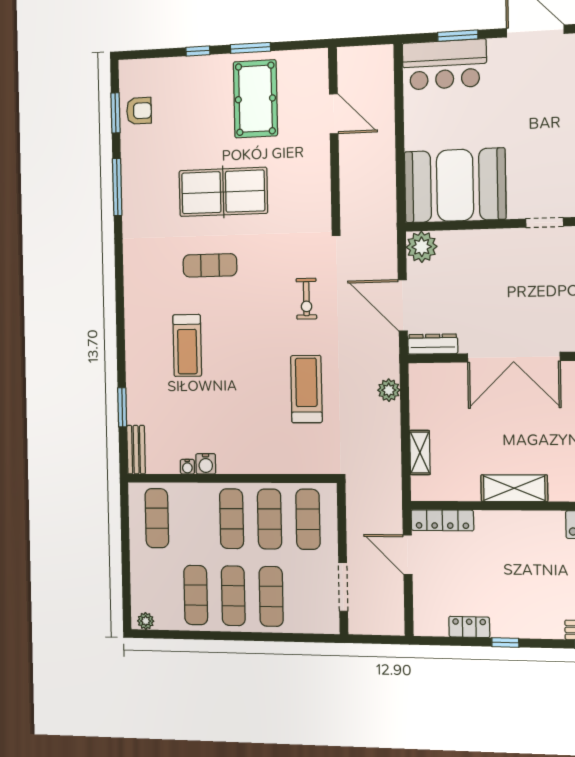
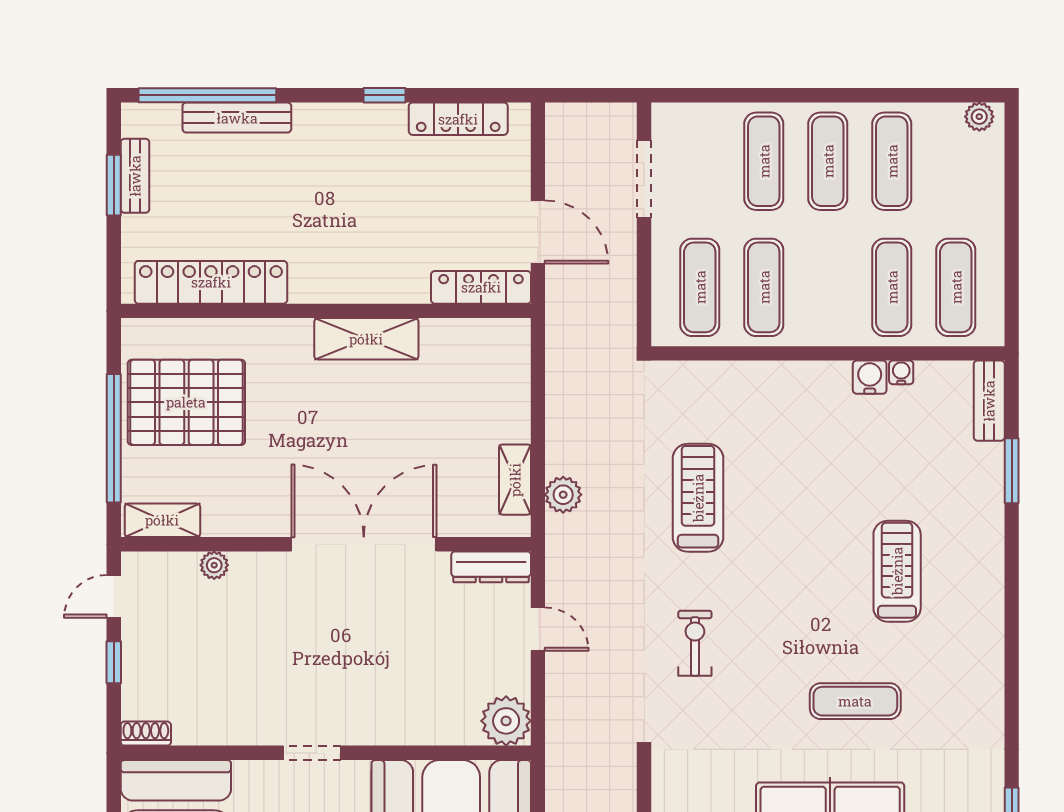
door: (403, 305) -> (538, 629), width x0.53
treadmill: (306, 389) -> (698, 498), turned 180
shelving: (420, 453) -> (515, 480), moved
exercise mat: (232, 519) -> (892, 287), moved
locker: (469, 627) -> (458, 119), width x1.53

